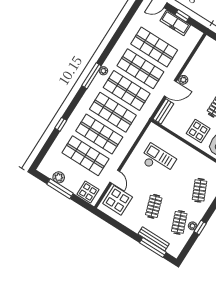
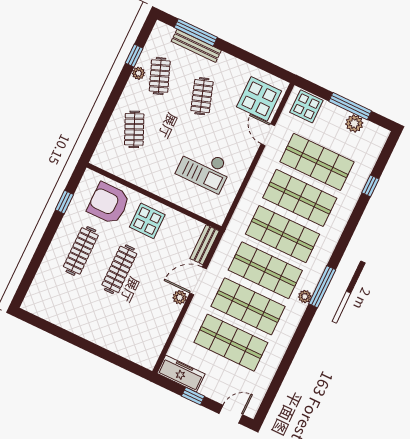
freezer: (175, 23) -> (181, 374), moved
window: (61, 124) -> (370, 186), moved
window: (200, 227) -> (134, 56), moved

